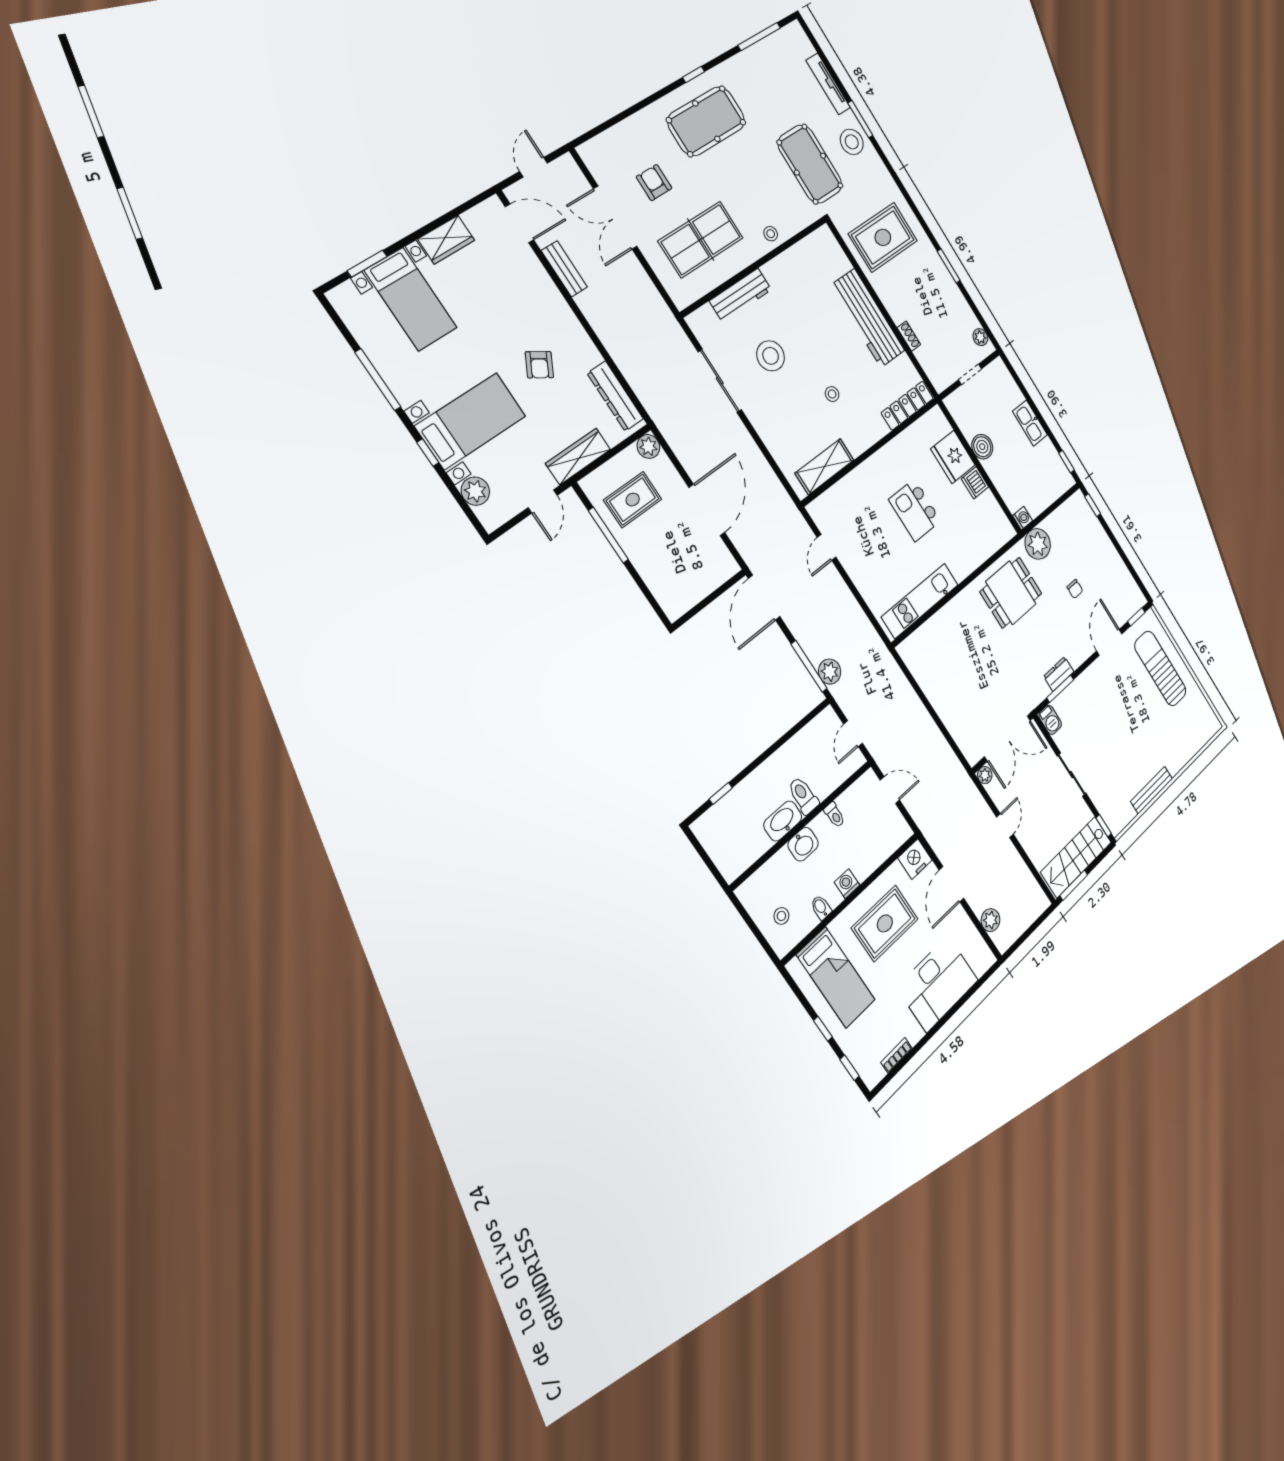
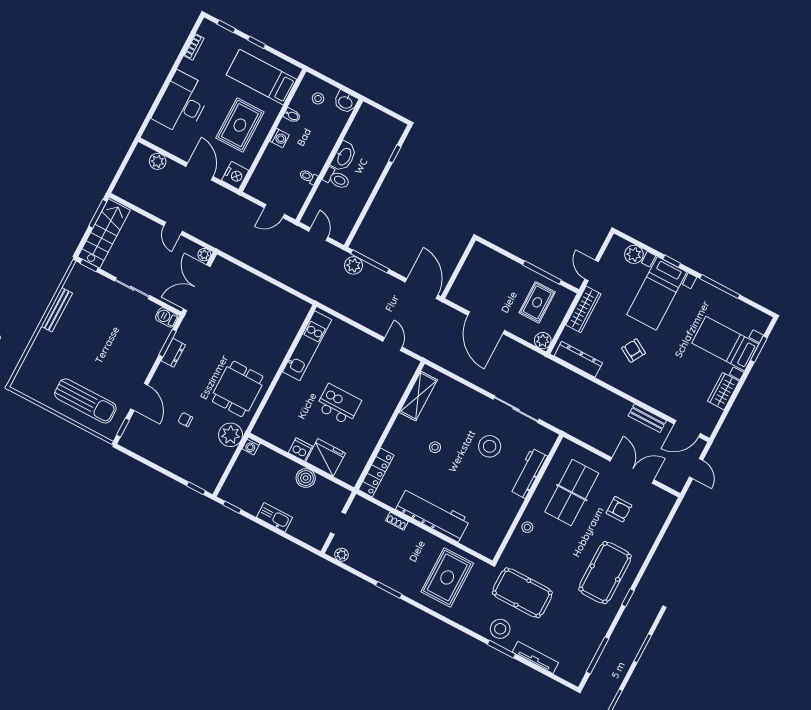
washbasin: (803, 844) -> (346, 102), moved, turned -90

